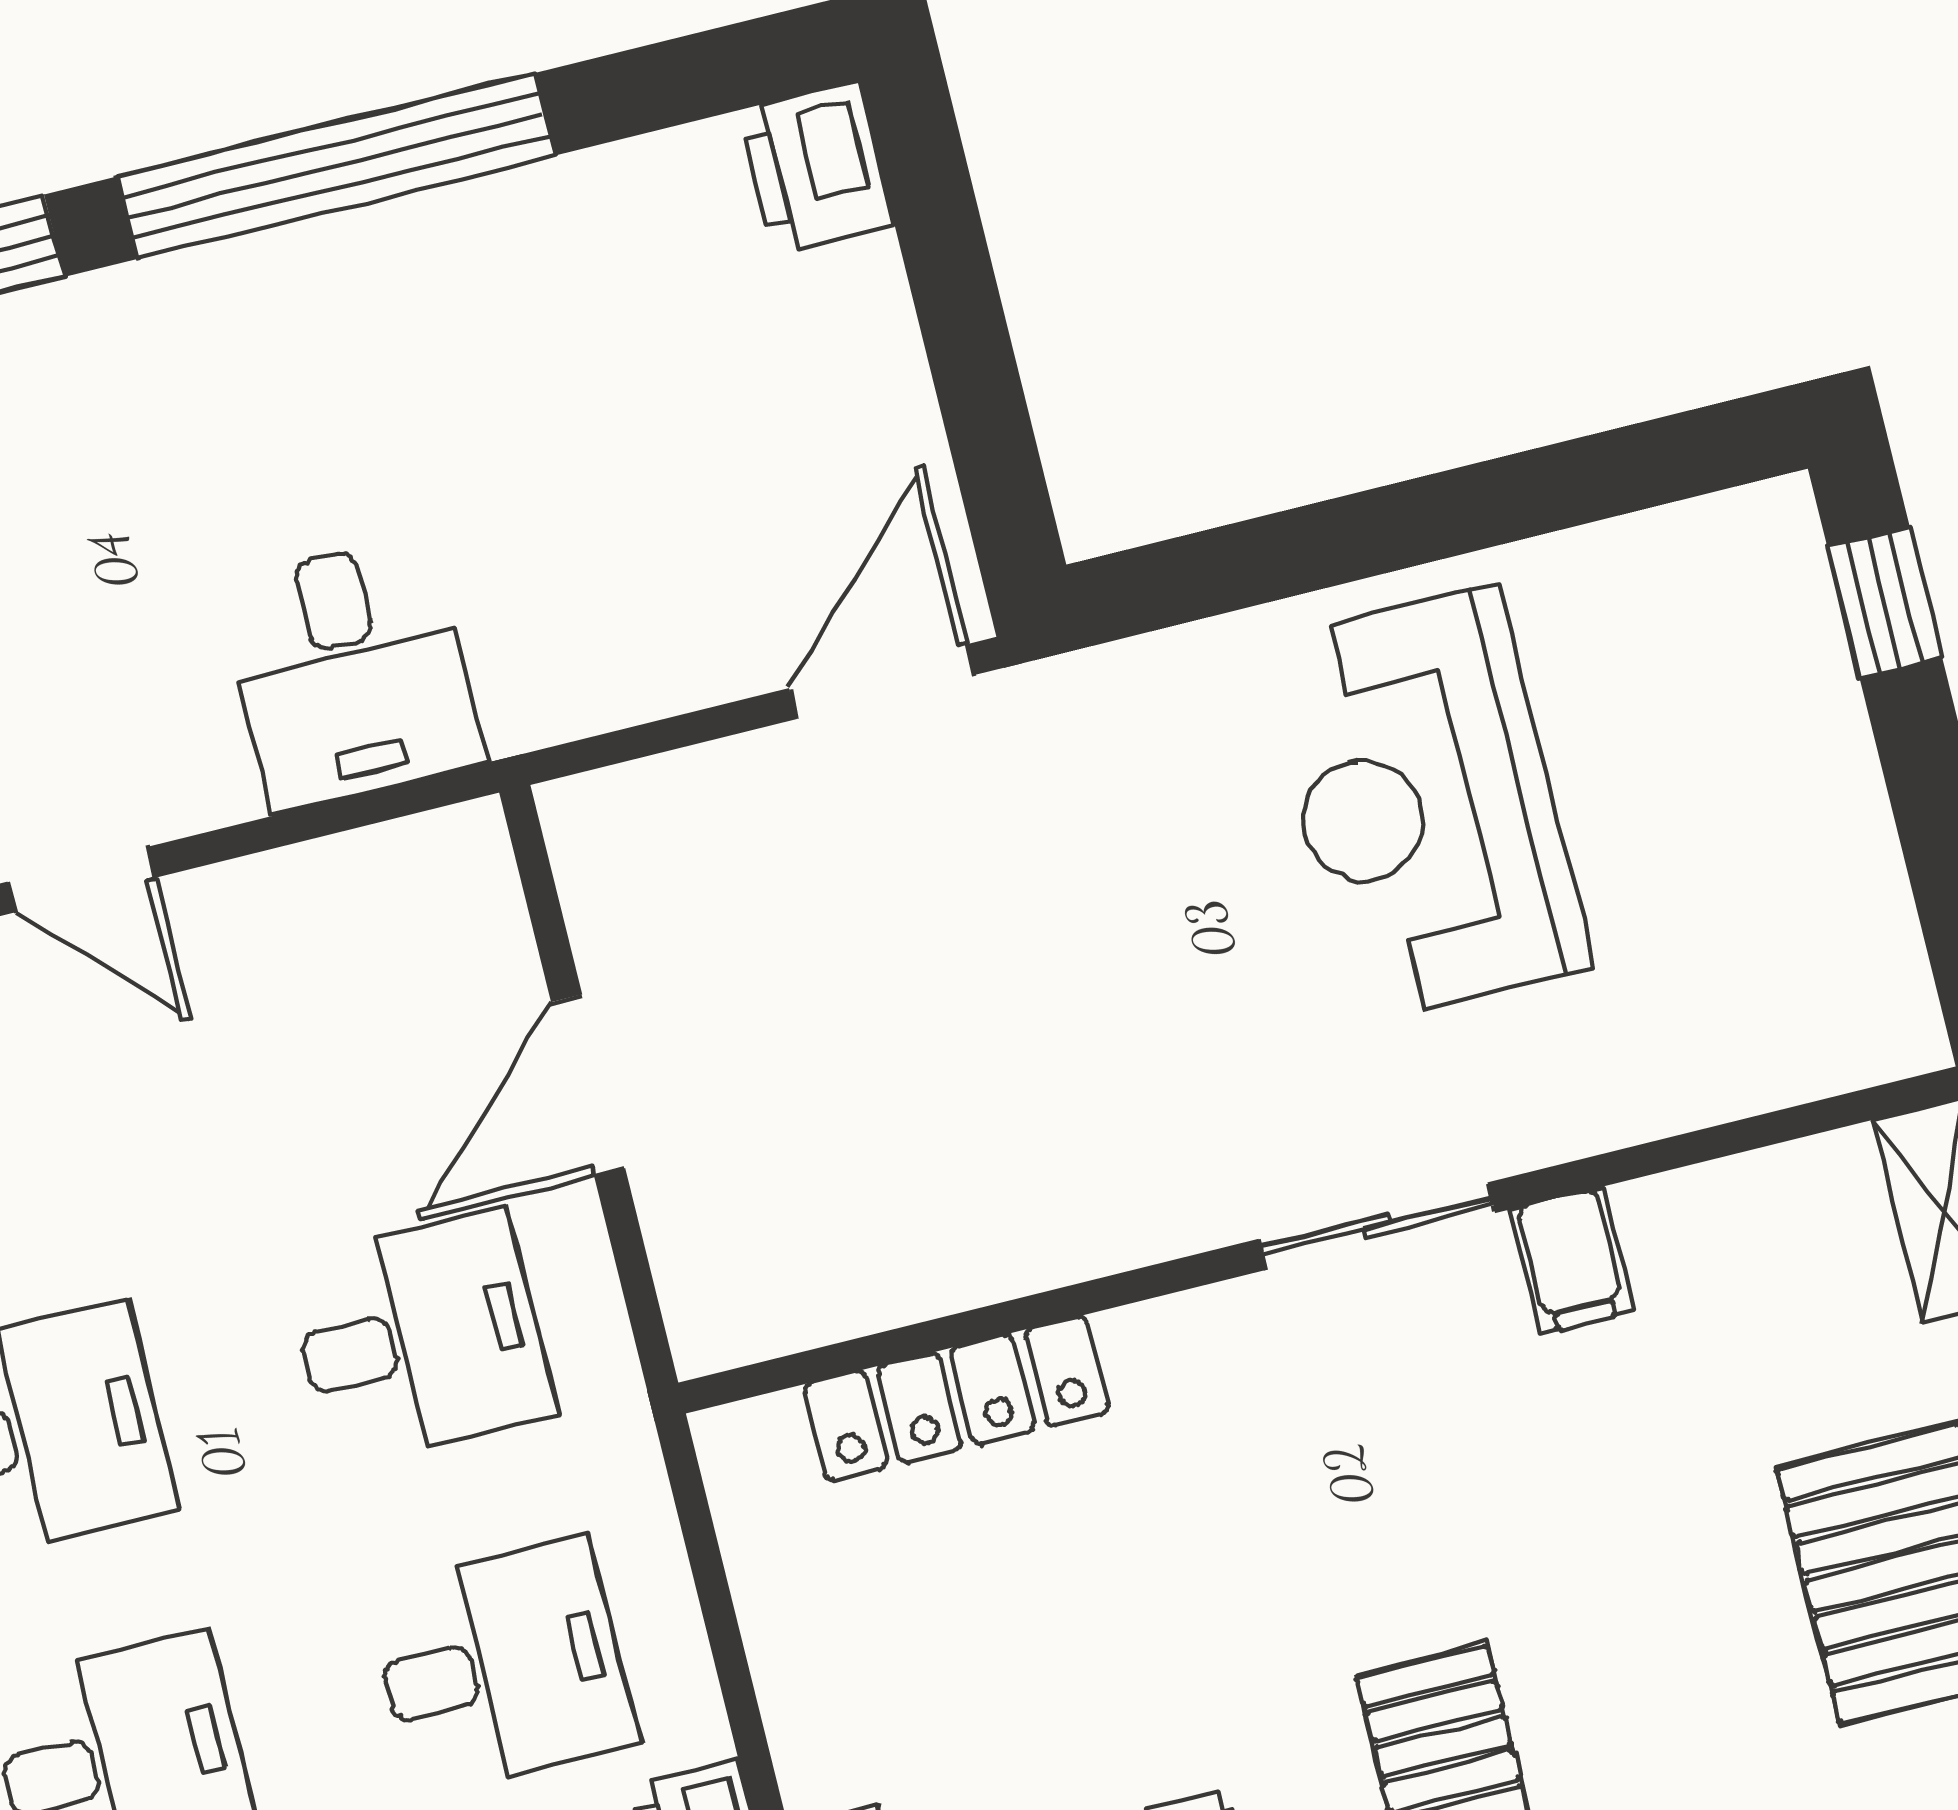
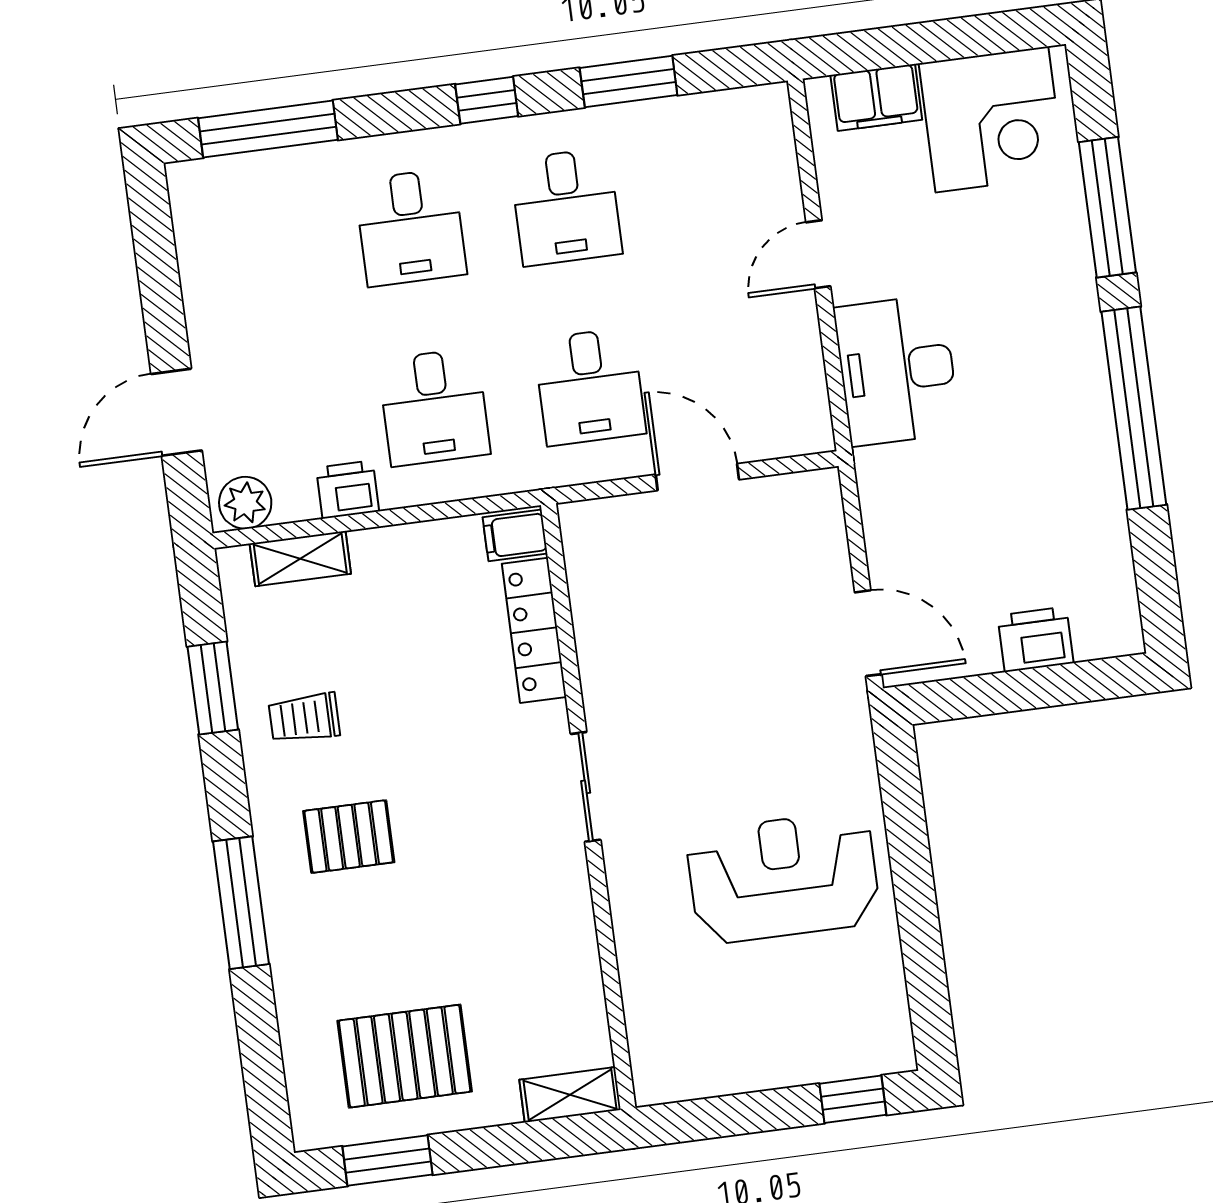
printer: (817, 168) -> (1035, 639), moved
desk: (351, 673) -> (897, 370), width x1.37
sliding door: (1377, 1226) -> (586, 787), moved
filing cabinet: (1571, 1260) -> (515, 535), moved

